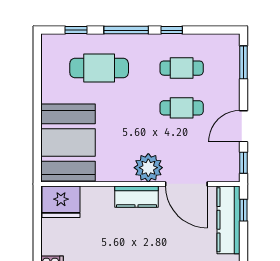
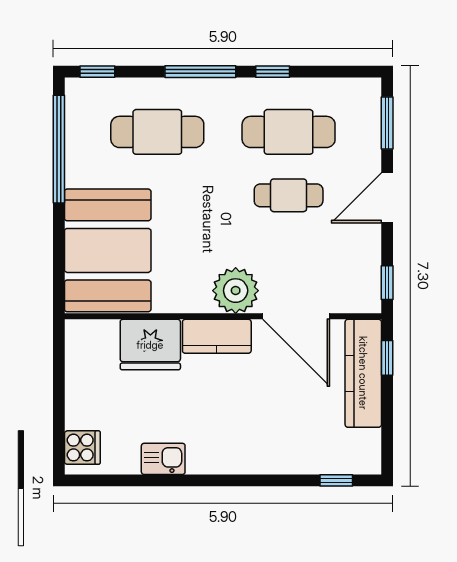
window: (76, 30) -> (97, 72), moved
cafe table: (182, 68) -> (289, 132), width x1.37, depth x1.35
window: (37, 79) -> (59, 149), added
door: (244, 126) -> (387, 198), moved
fridge: (61, 202) -> (150, 345), moved

